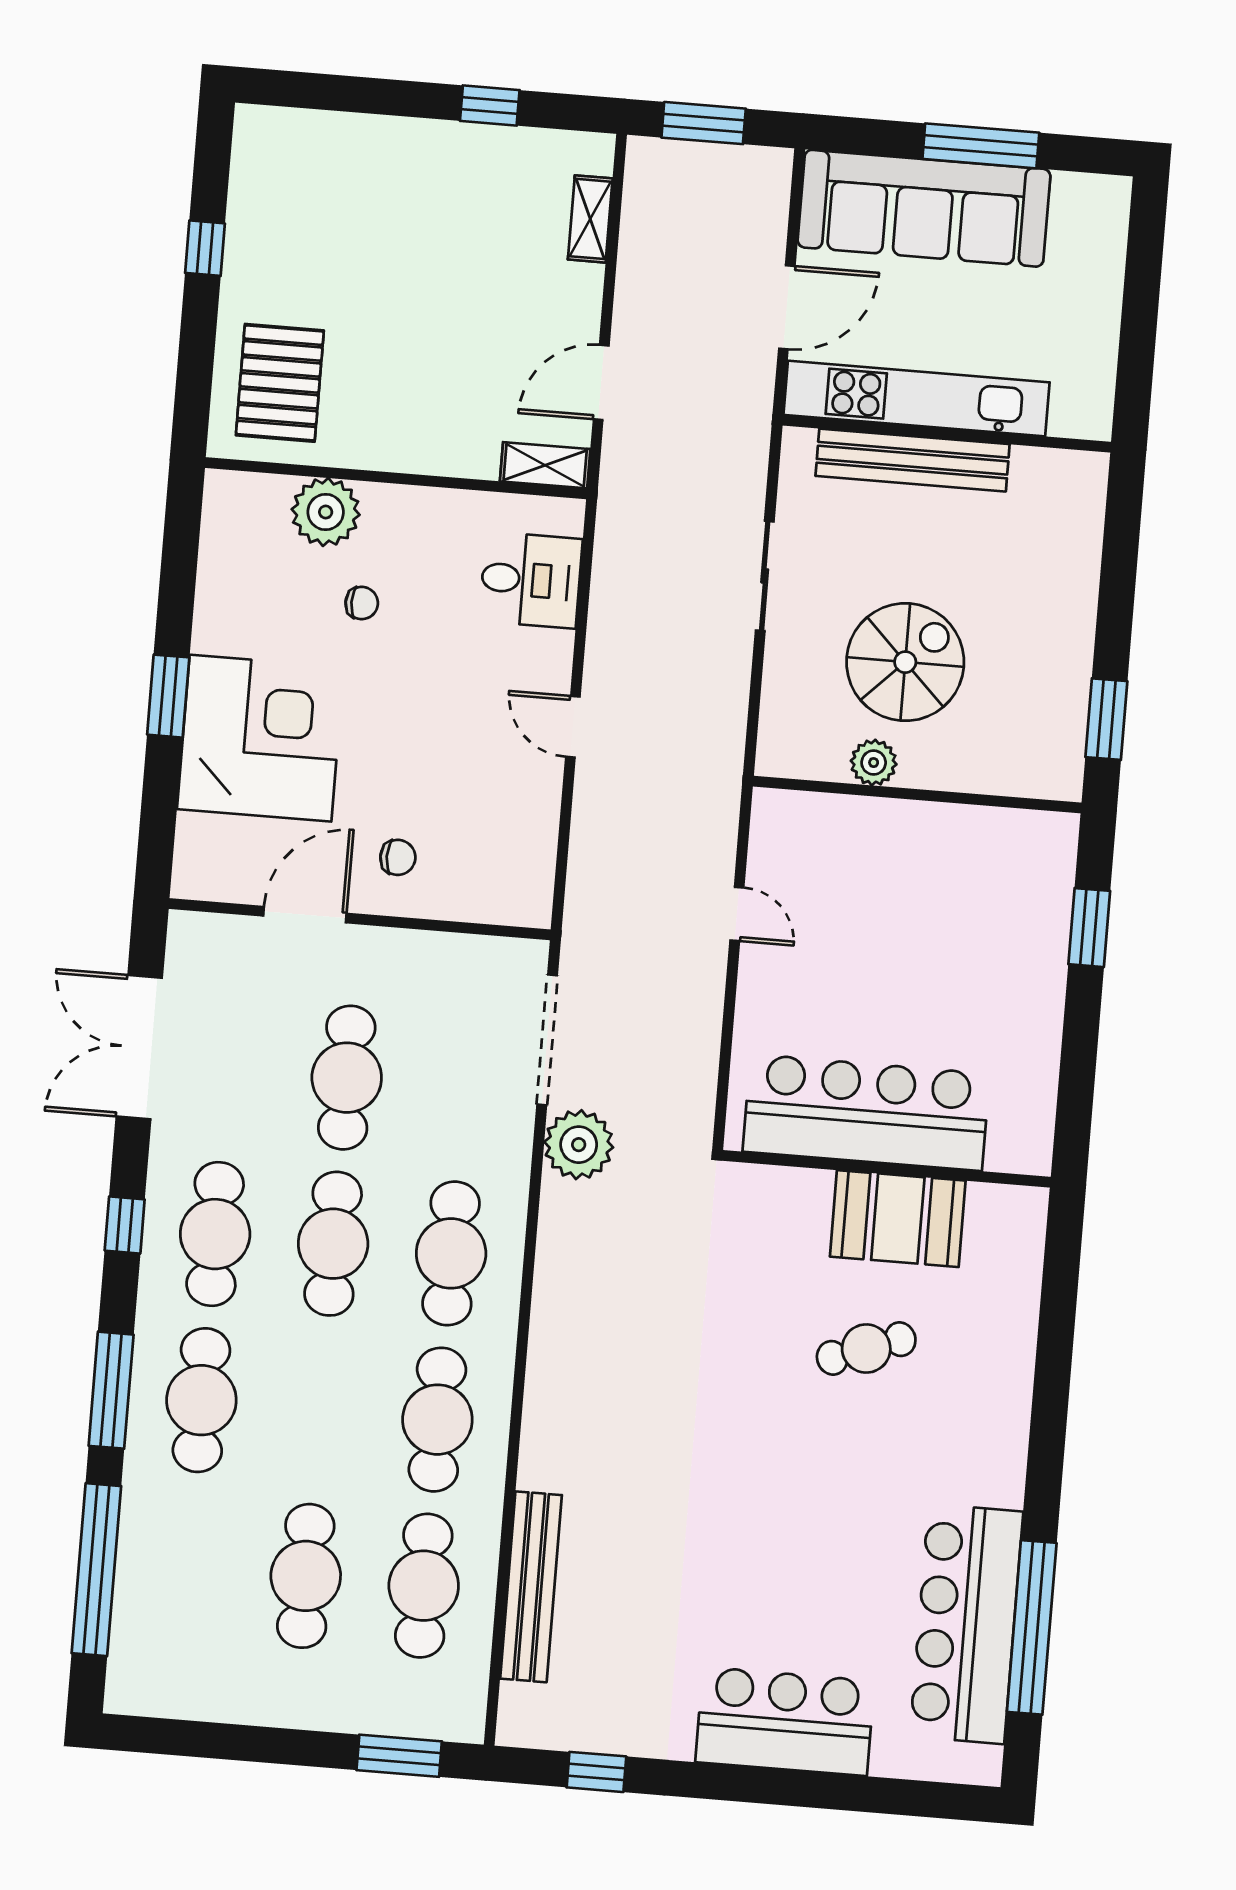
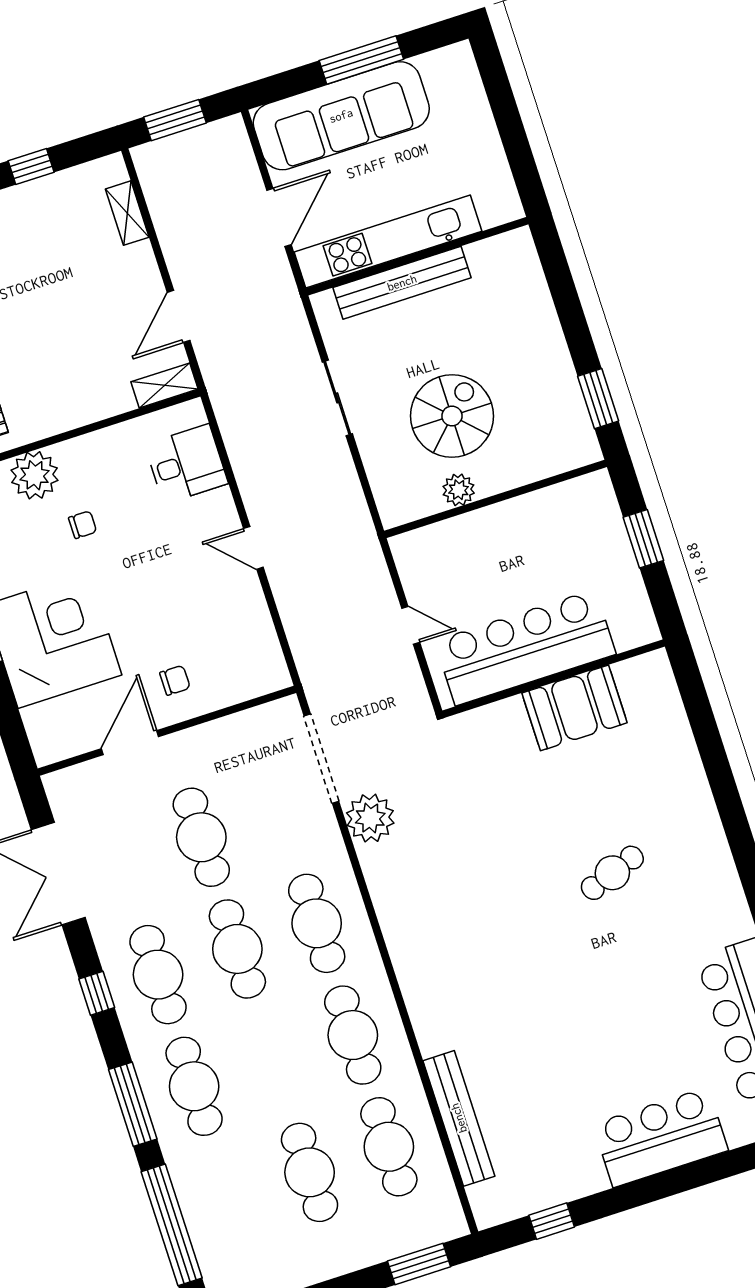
bar counter: (866, 1113) -> (525, 648), moved
wall: (886, 1169) -> (554, 679), moved
booth: (898, 1219) -> (574, 708), moved

